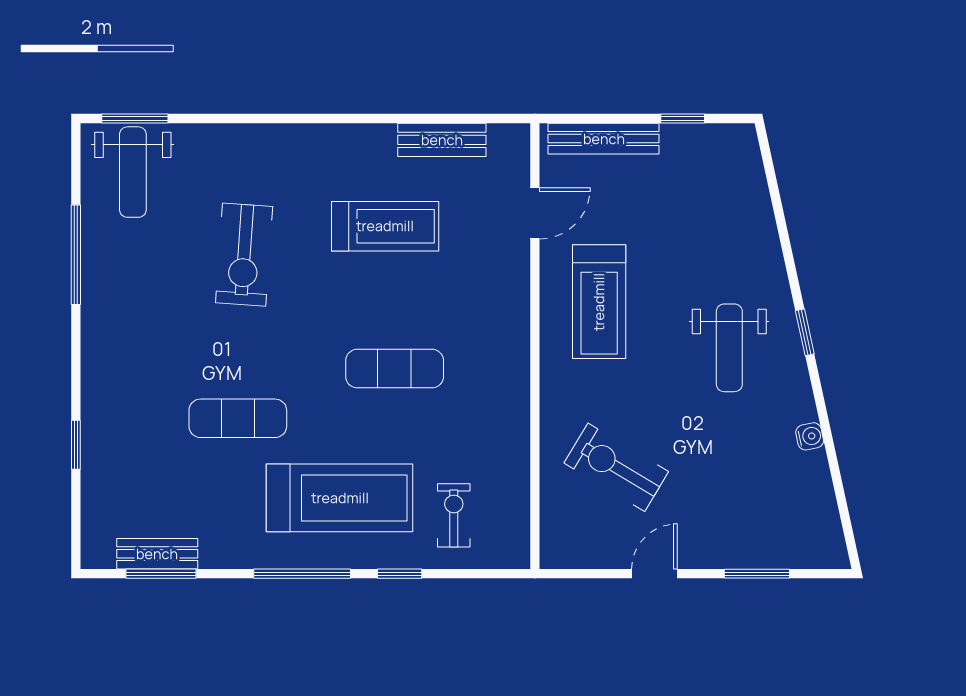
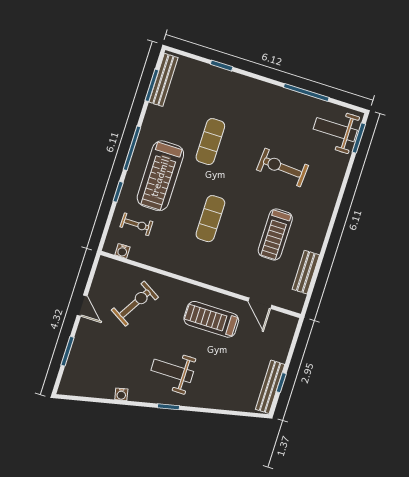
bench: (604, 139) -> (270, 387), moved
water cooler: (517, 527) -> (122, 251), added
bench: (157, 554) -> (163, 80), width x1.36

